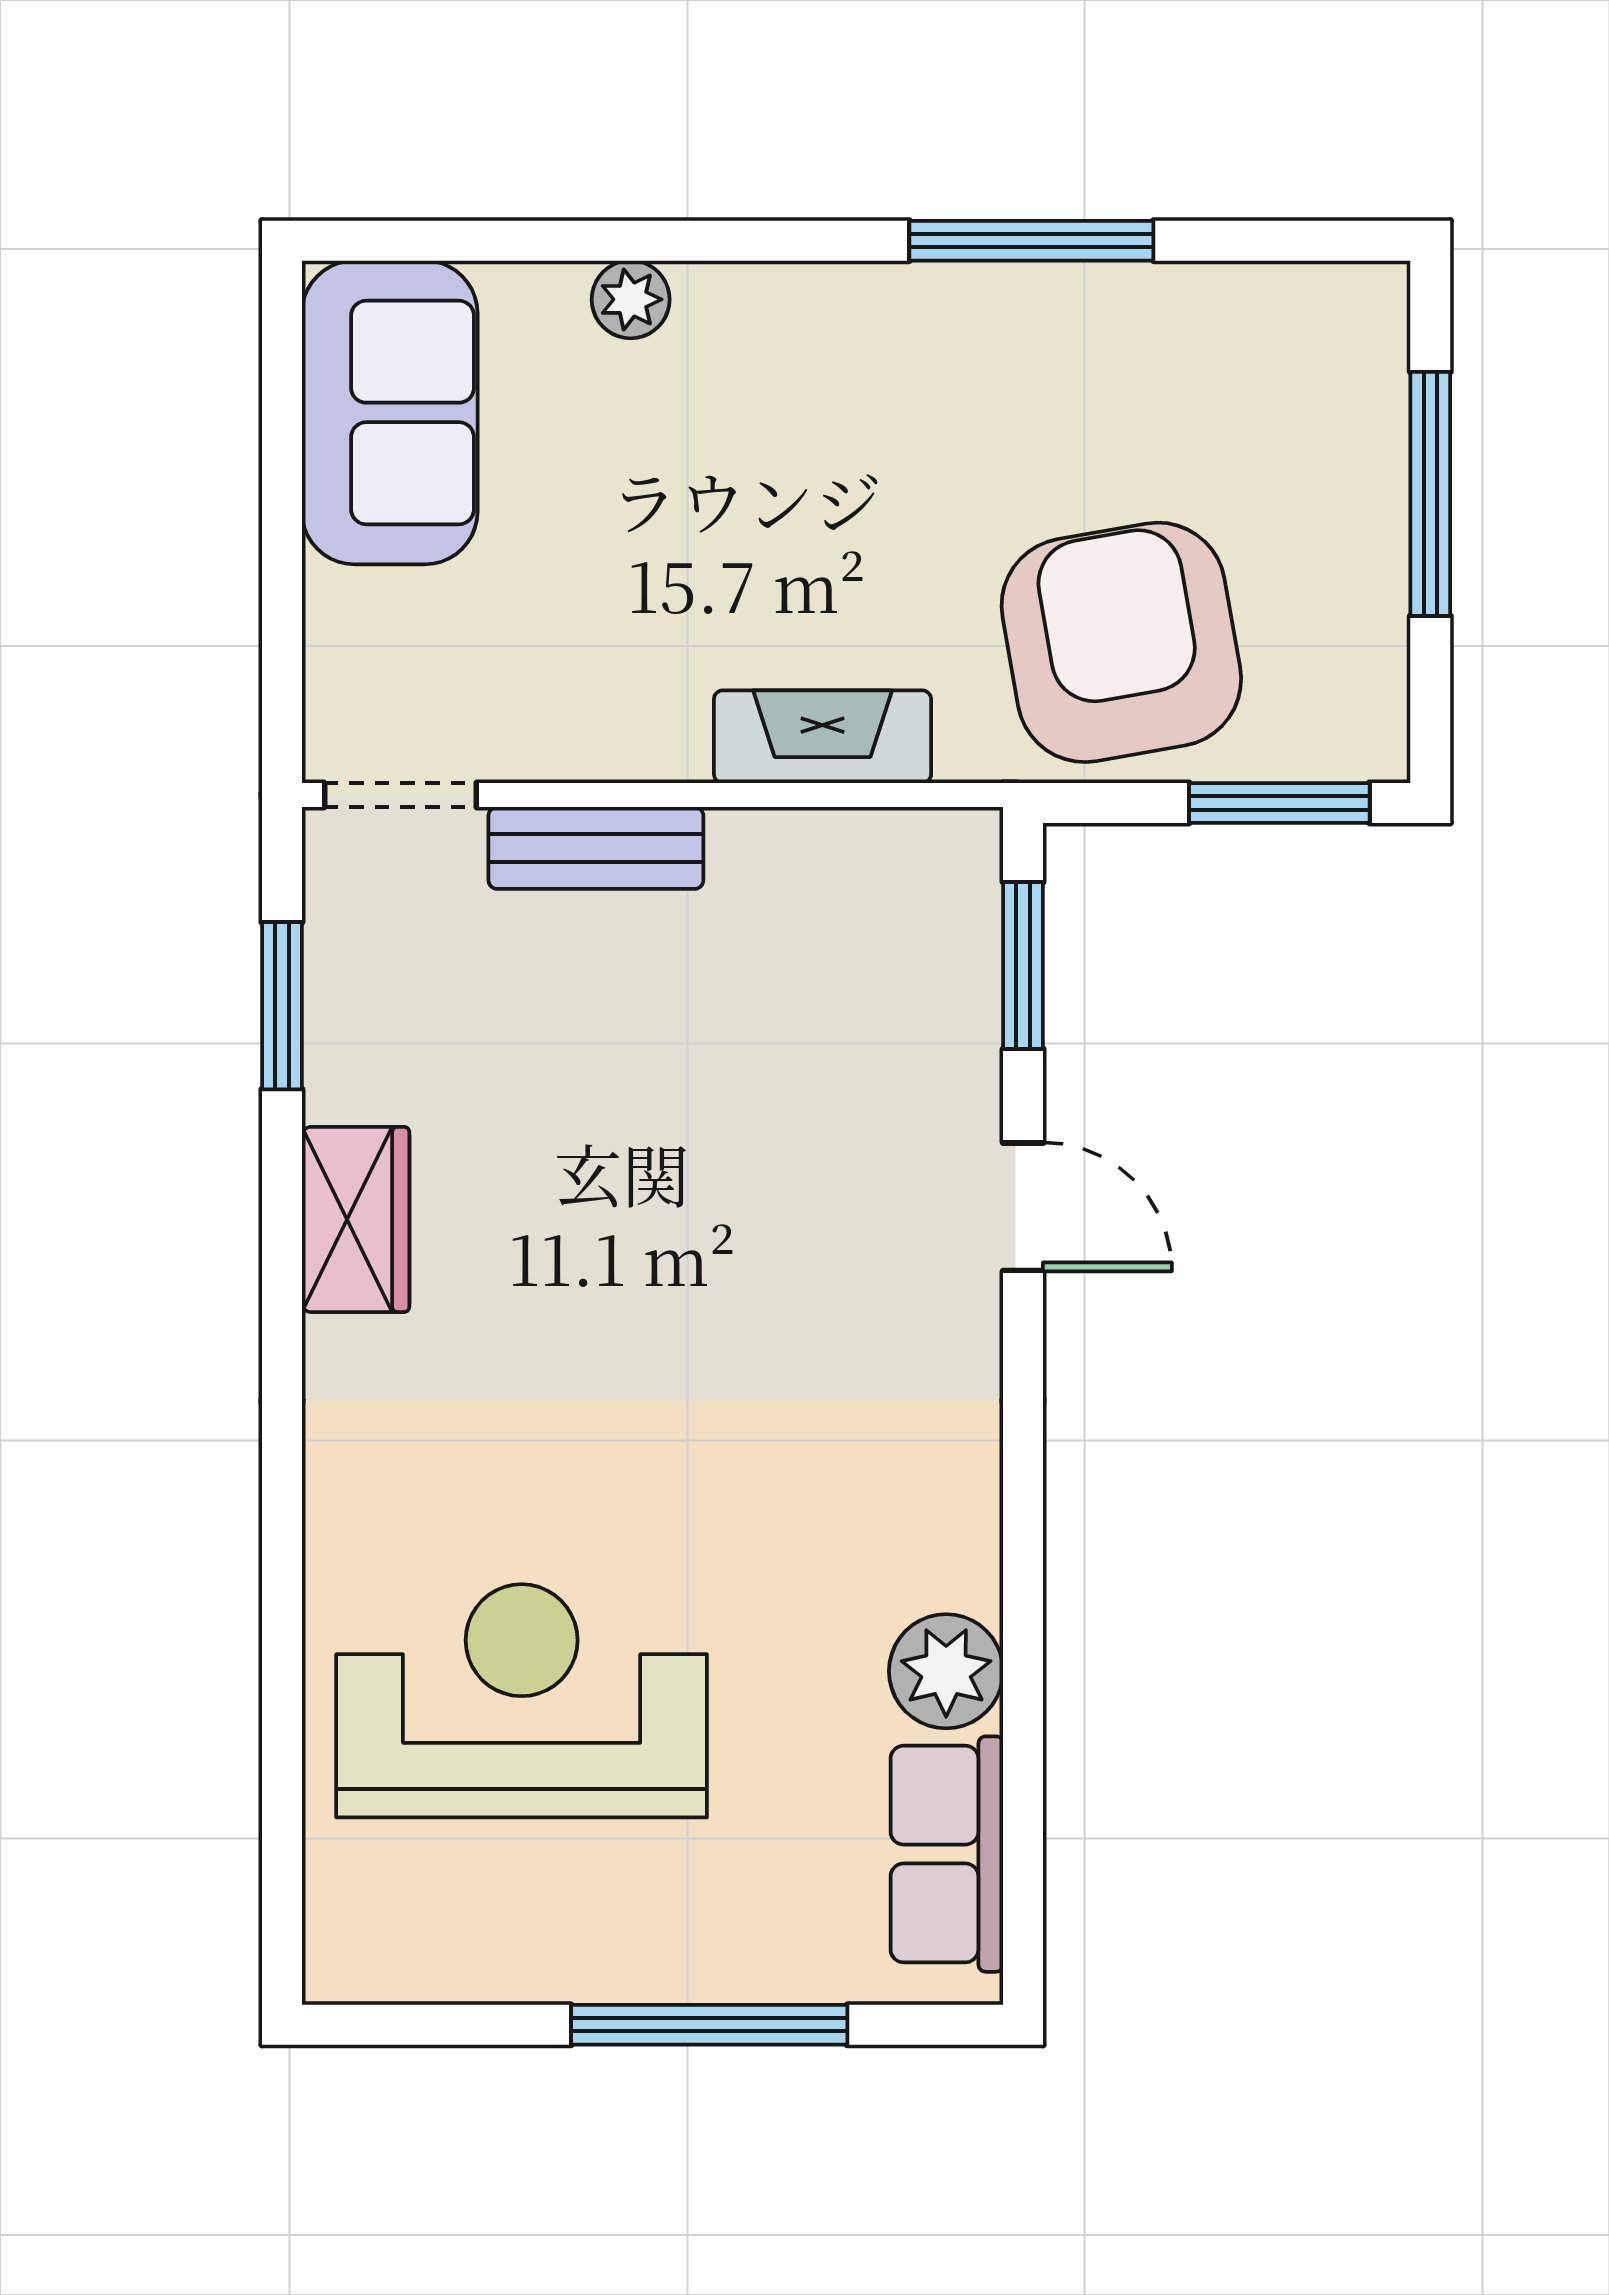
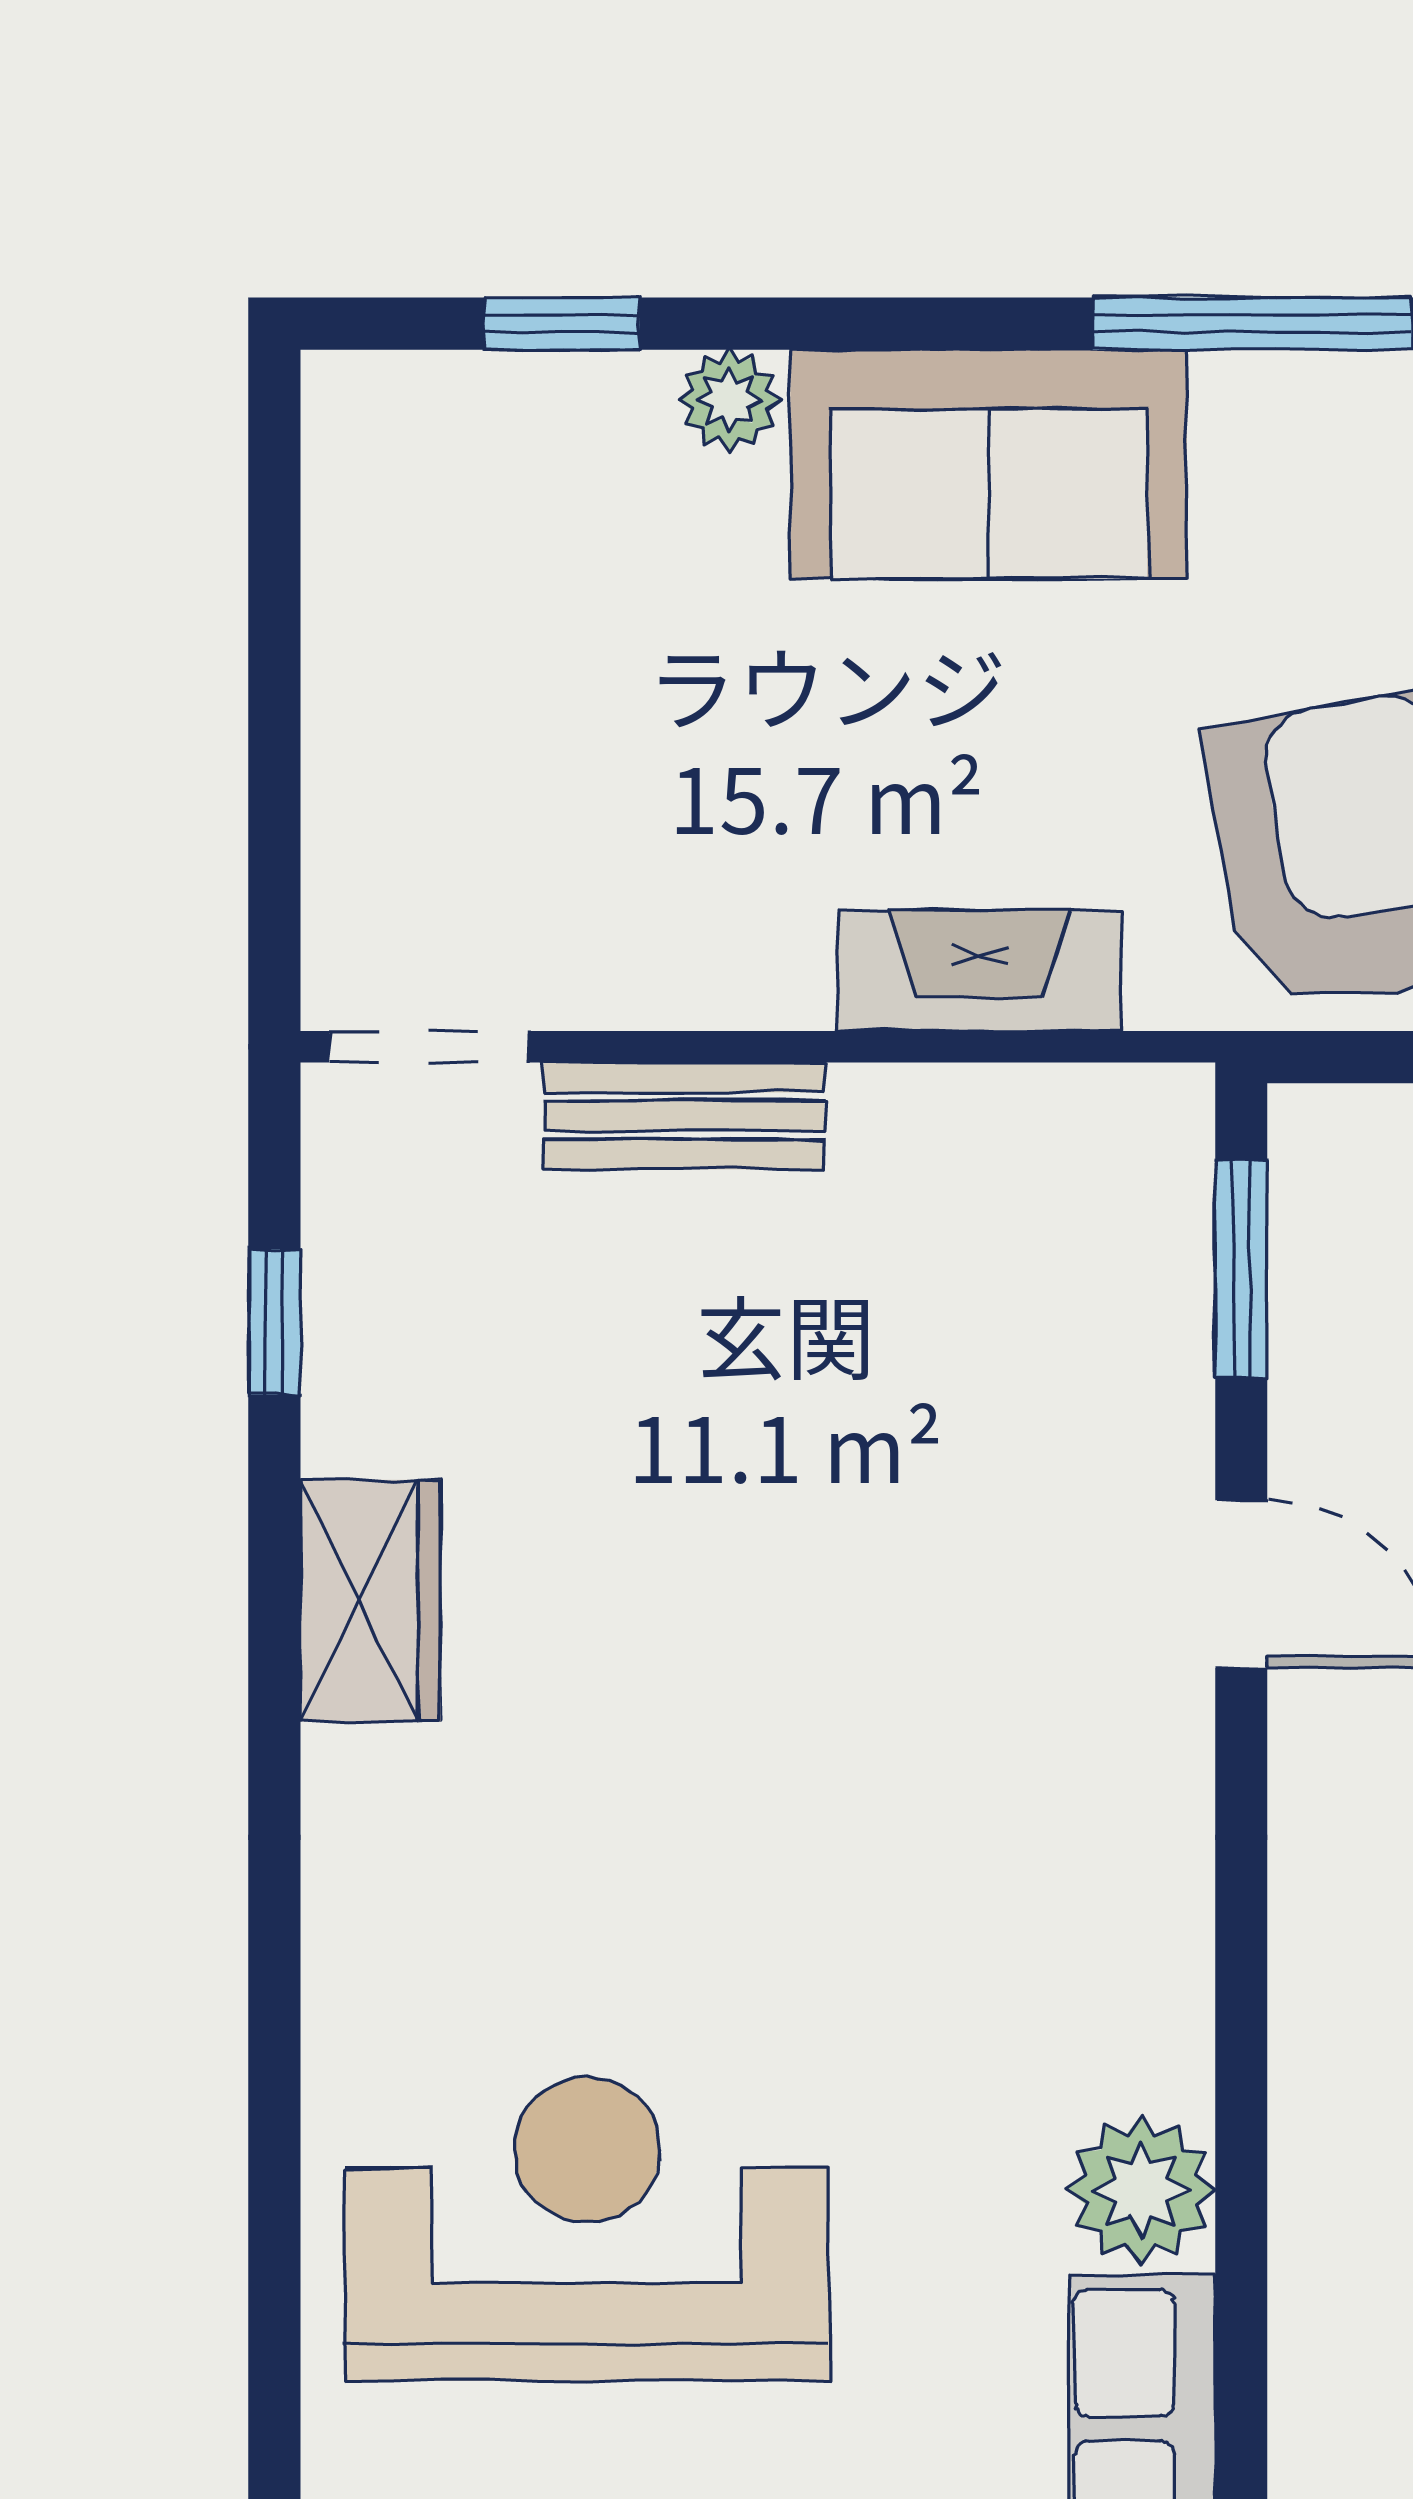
window: (502, 241) -> (562, 324), added
sofa: (390, 412) -> (989, 464), moved, turned 90
window: (282, 1006) -> (274, 1322), width x0.67

